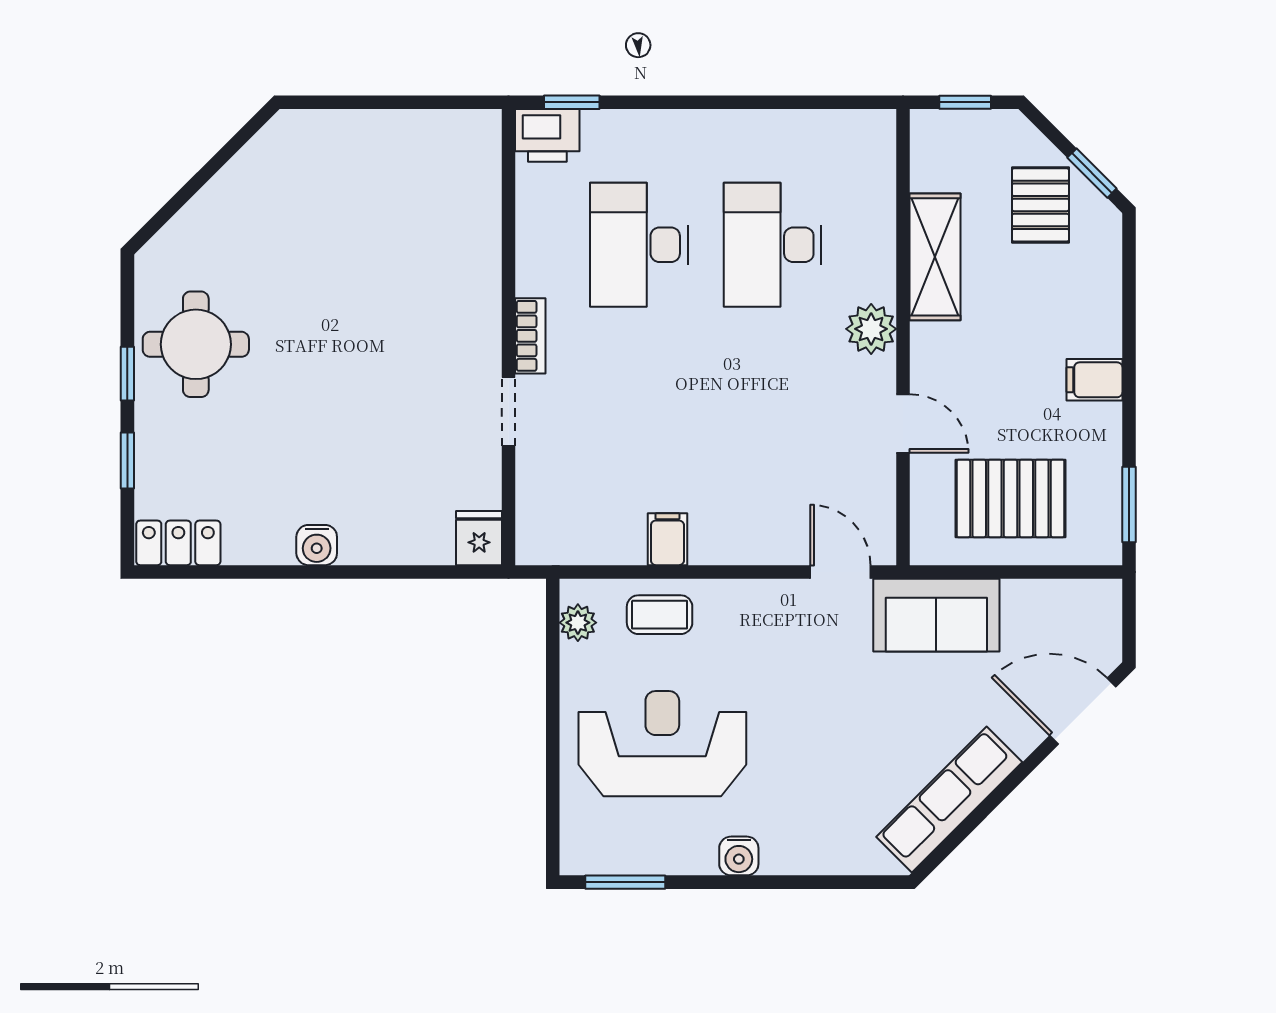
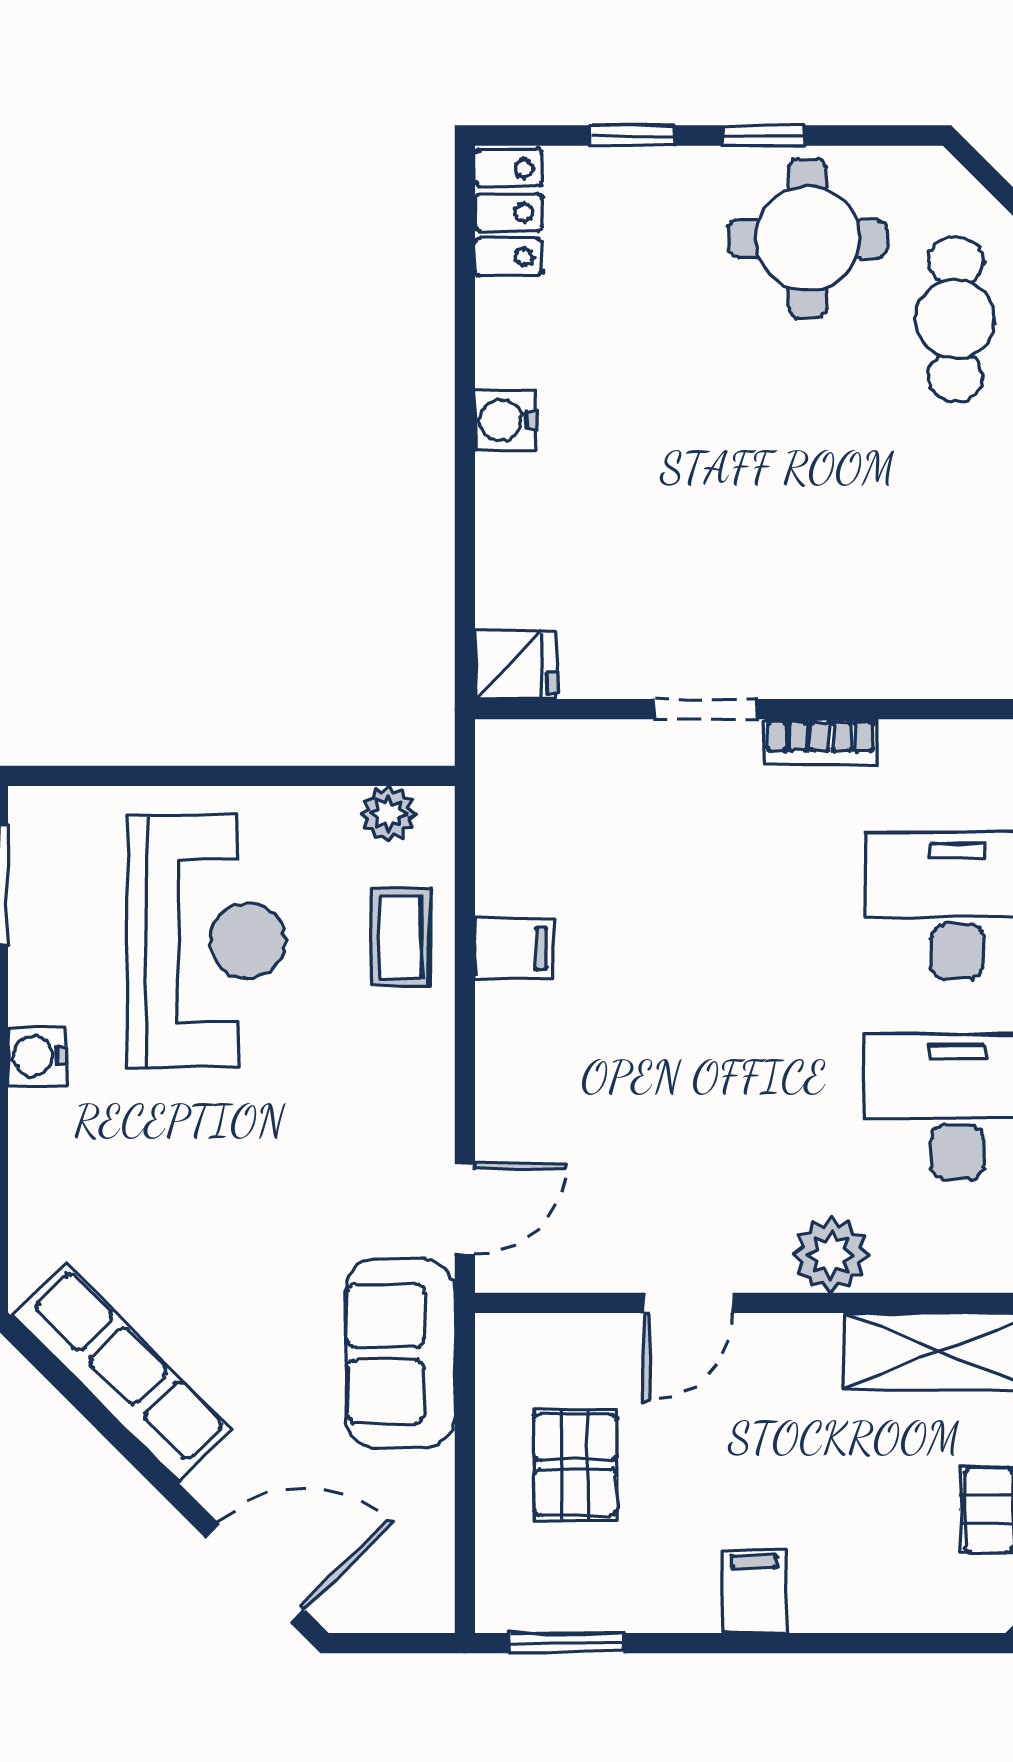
cafe table: (249, 246) -> (955, 319), added
pallet: (1011, 498) -> (575, 1465), width x0.67, depth x0.71
door: (1083, 711) -> (255, 1574), hinge flipped

